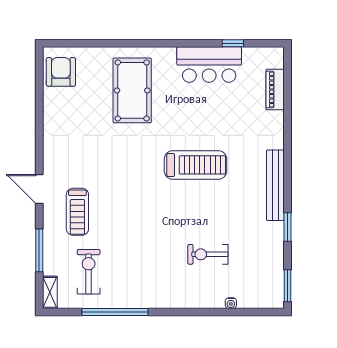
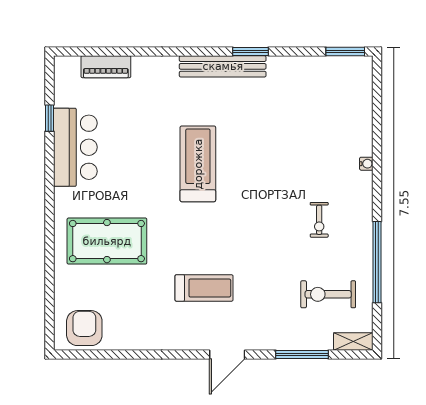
armchair: (61, 72) -> (84, 328), turned 90
treadmill: (77, 212) -> (204, 288), moved
window: (288, 227) -> (251, 51), moved
exercise bike: (208, 254) -> (319, 220), moved, width x0.73, depth x0.72
water cooler: (231, 303) -> (366, 164), moved

